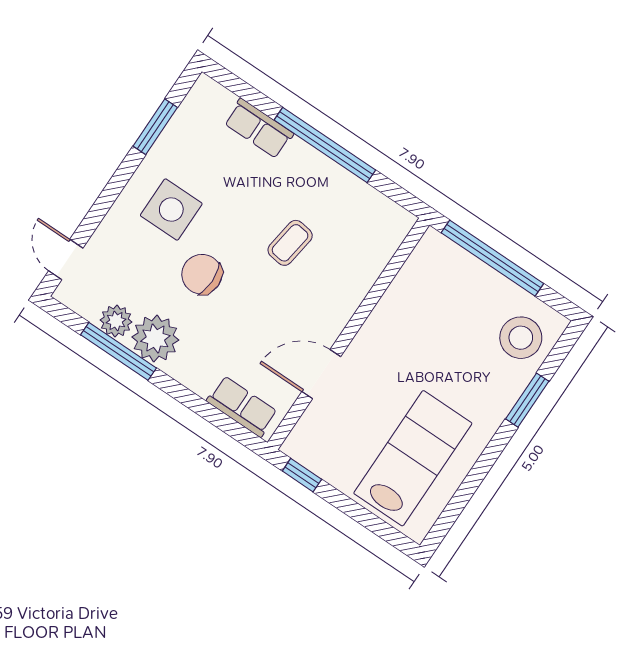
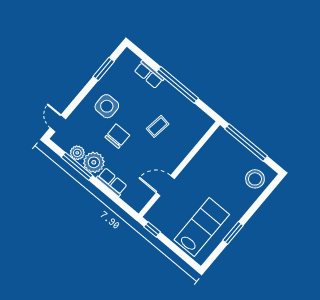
chair: (202, 274) -> (117, 136), turned 90
window: (527, 400) -> (233, 233), moved
row of seats: (242, 406) -> (112, 182), moved

